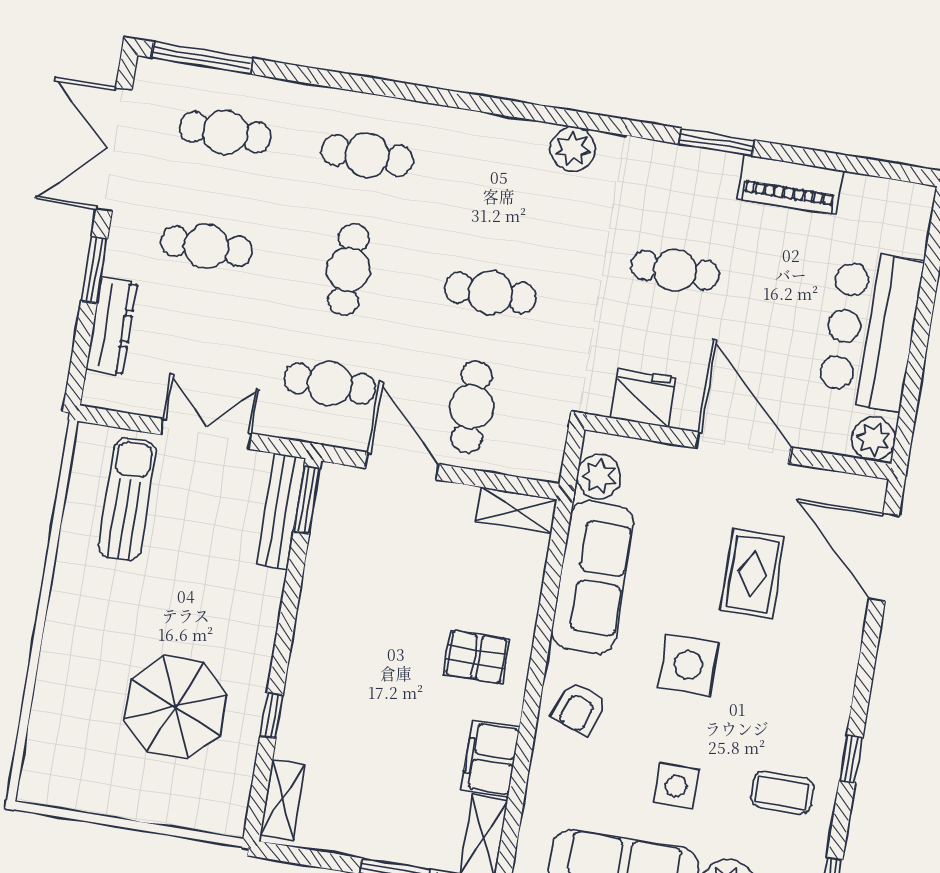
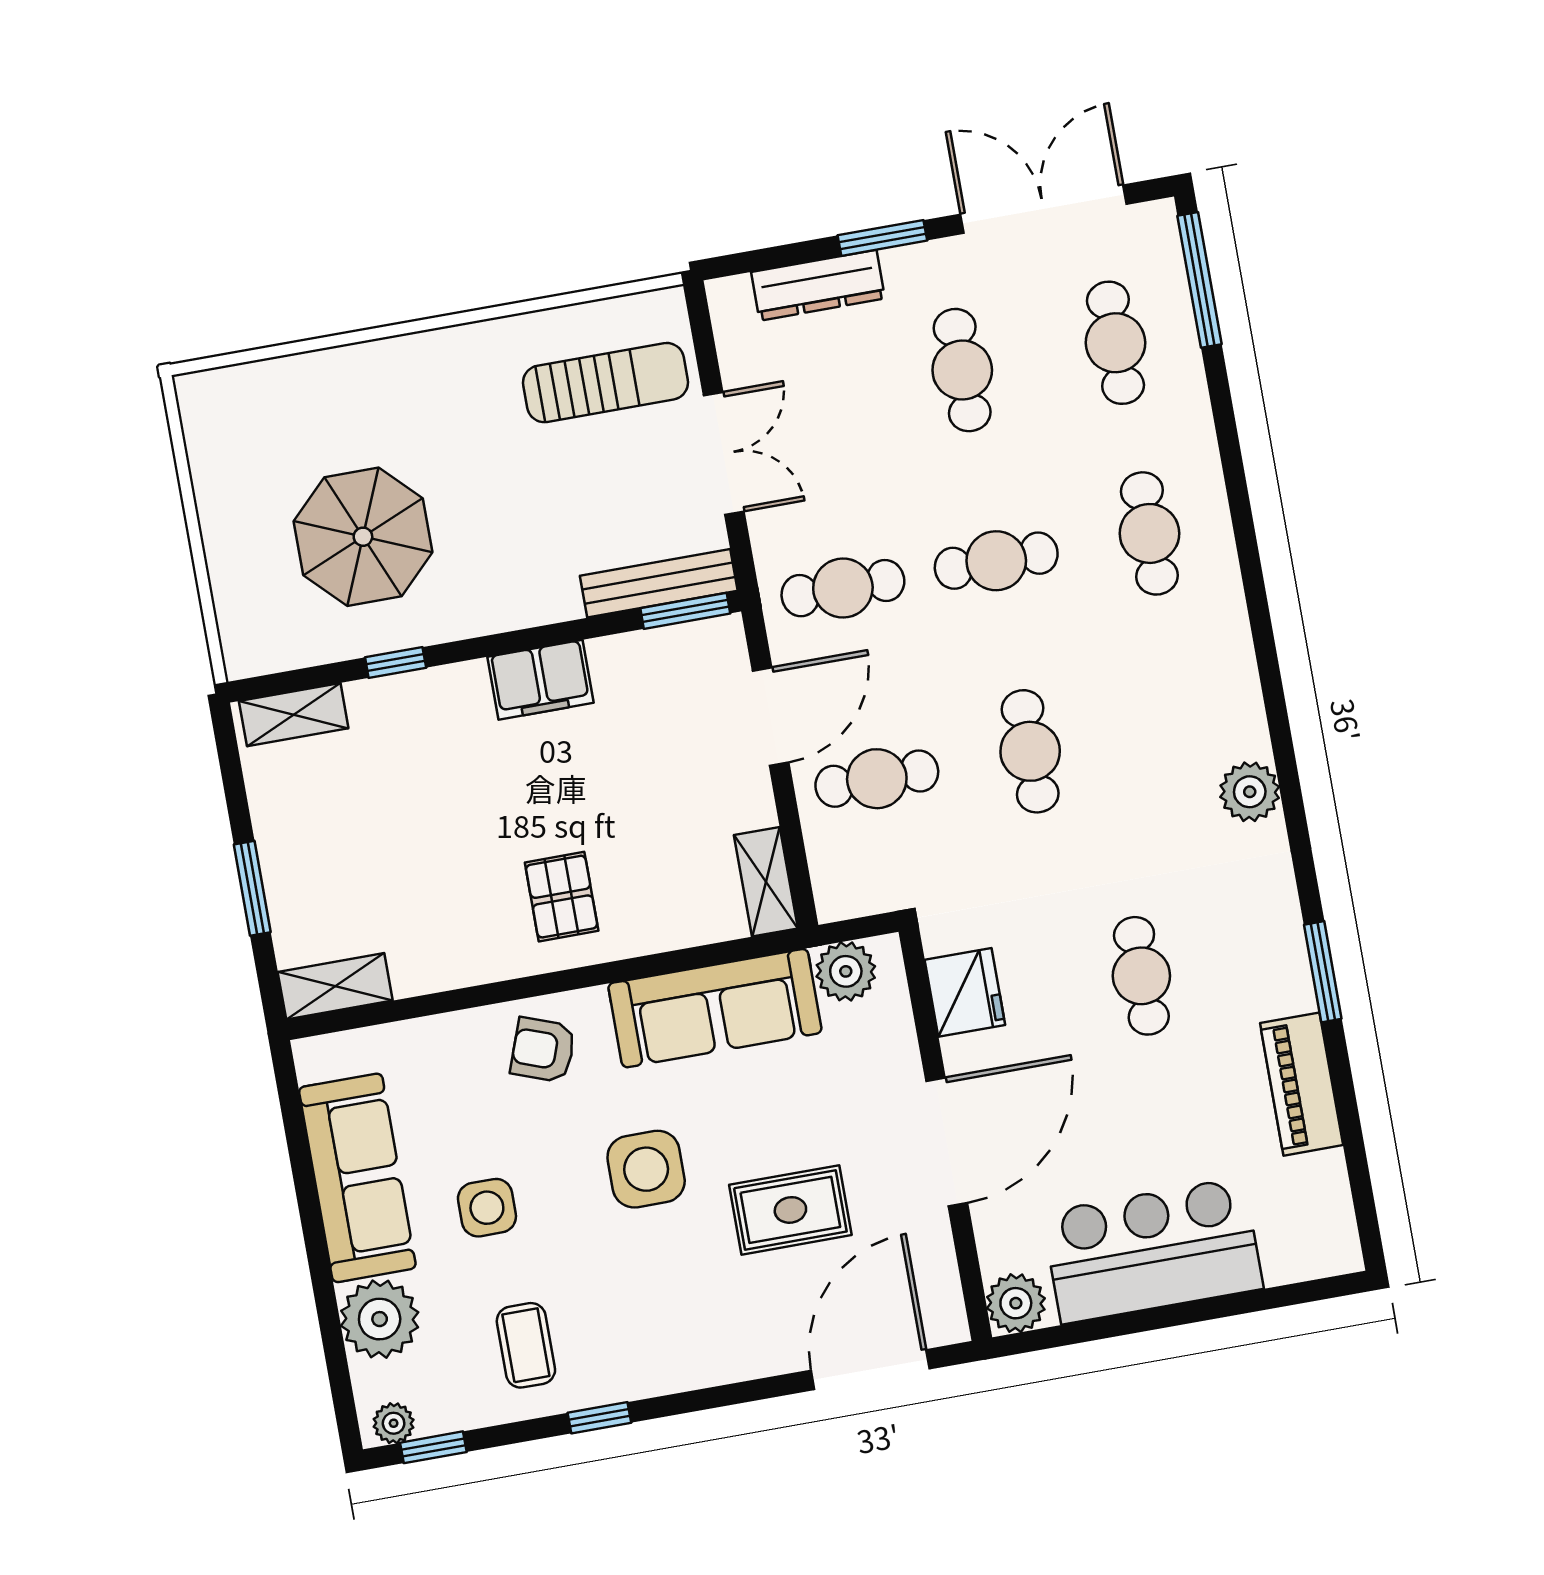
cafe table: (330, 384) -> (843, 588), turned 90
filing cabinet: (491, 759) -> (540, 680), moved, turned 180

